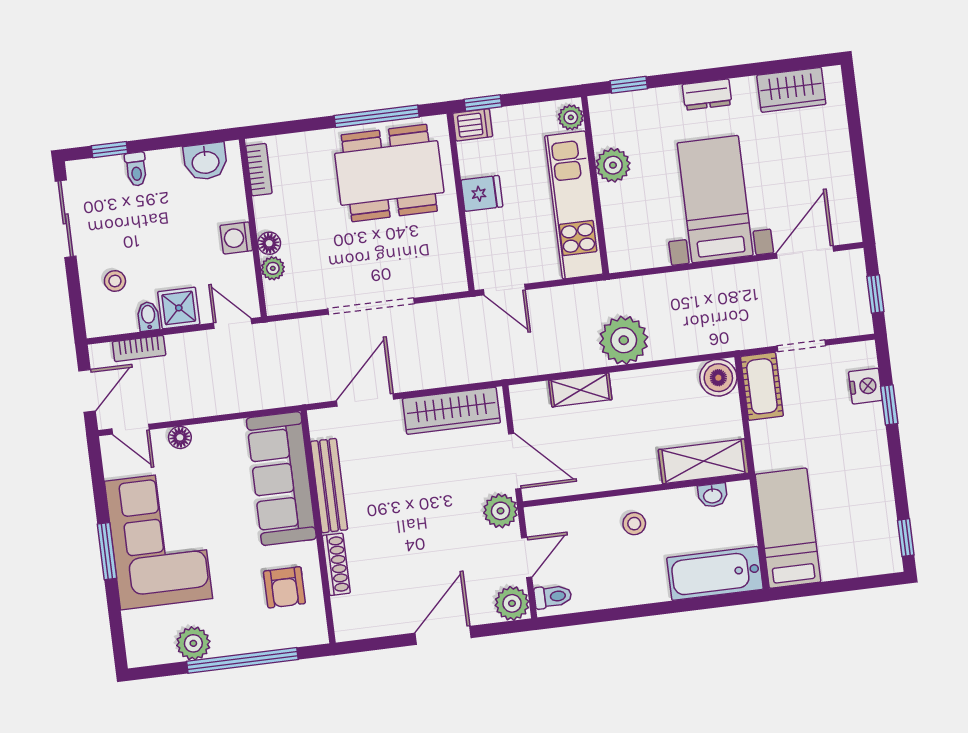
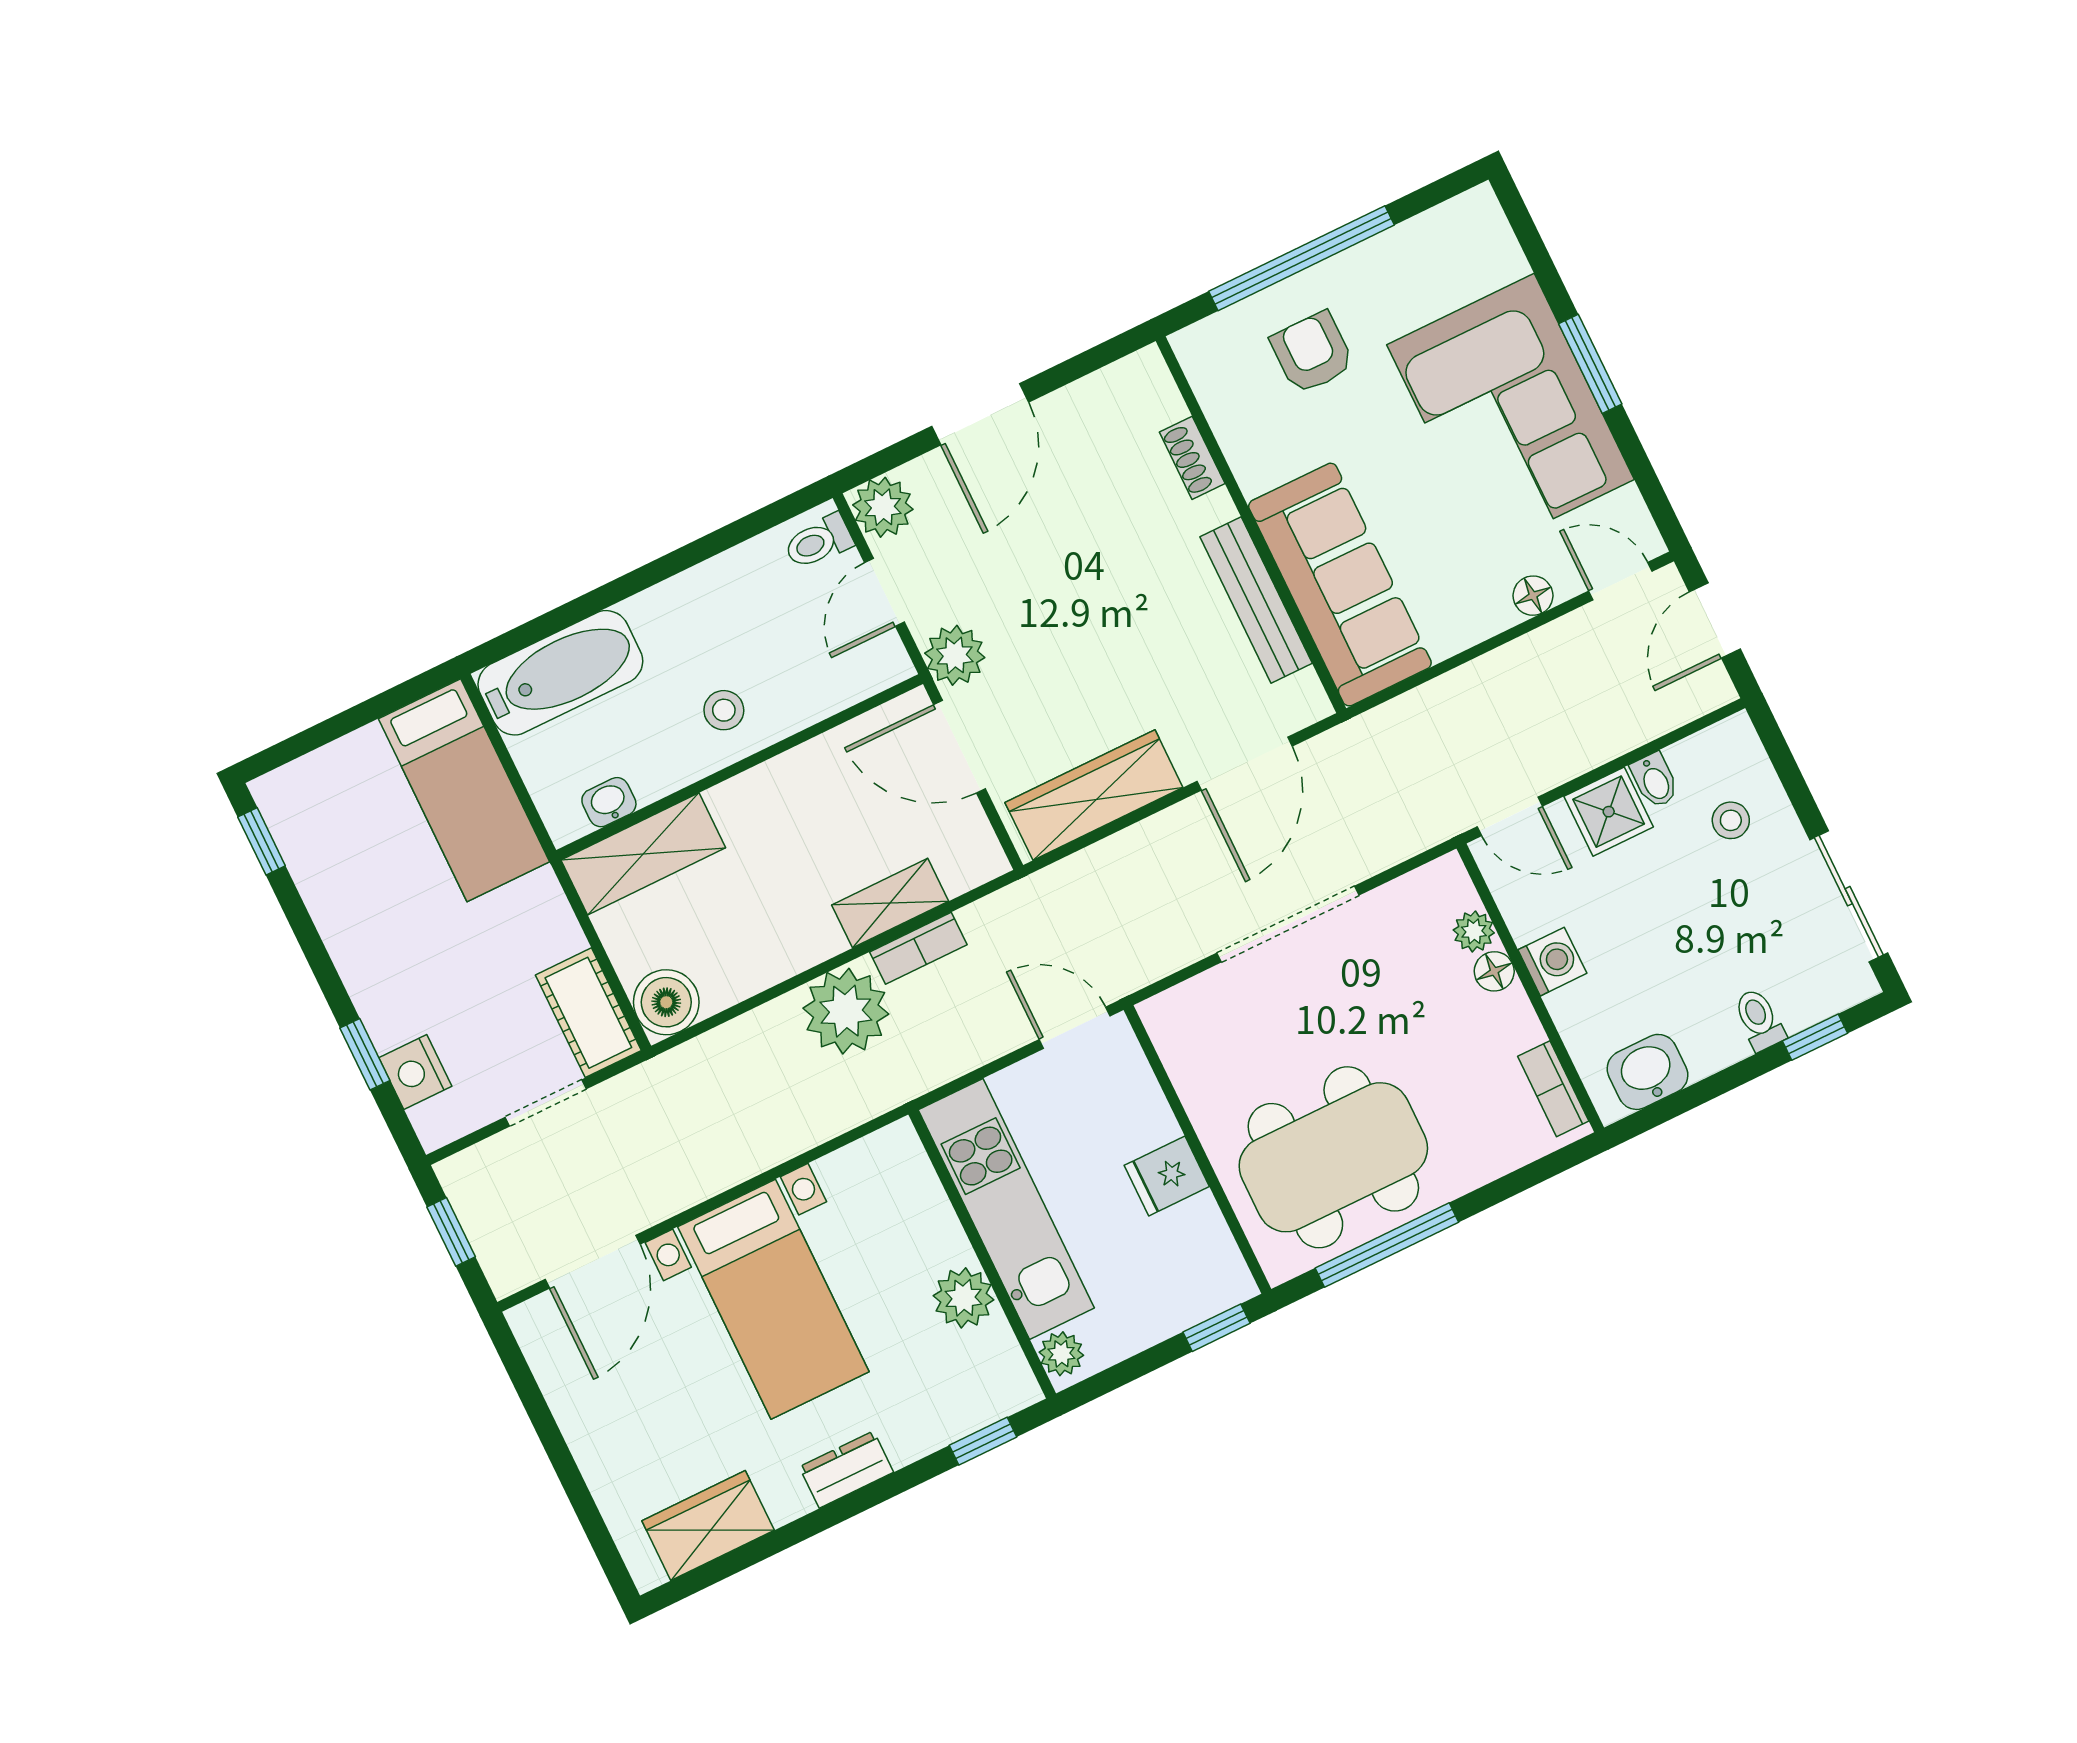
dishwasher: (473, 125) -> (1221, 1285), removed
bookcase: (139, 349) -> (918, 948), moved, turned 180
shoe rack: (336, 564) -> (1192, 458), width x0.70
armchair: (284, 587) -> (1312, 353), moved
plant: (193, 643) -> (1393, 259), removed

